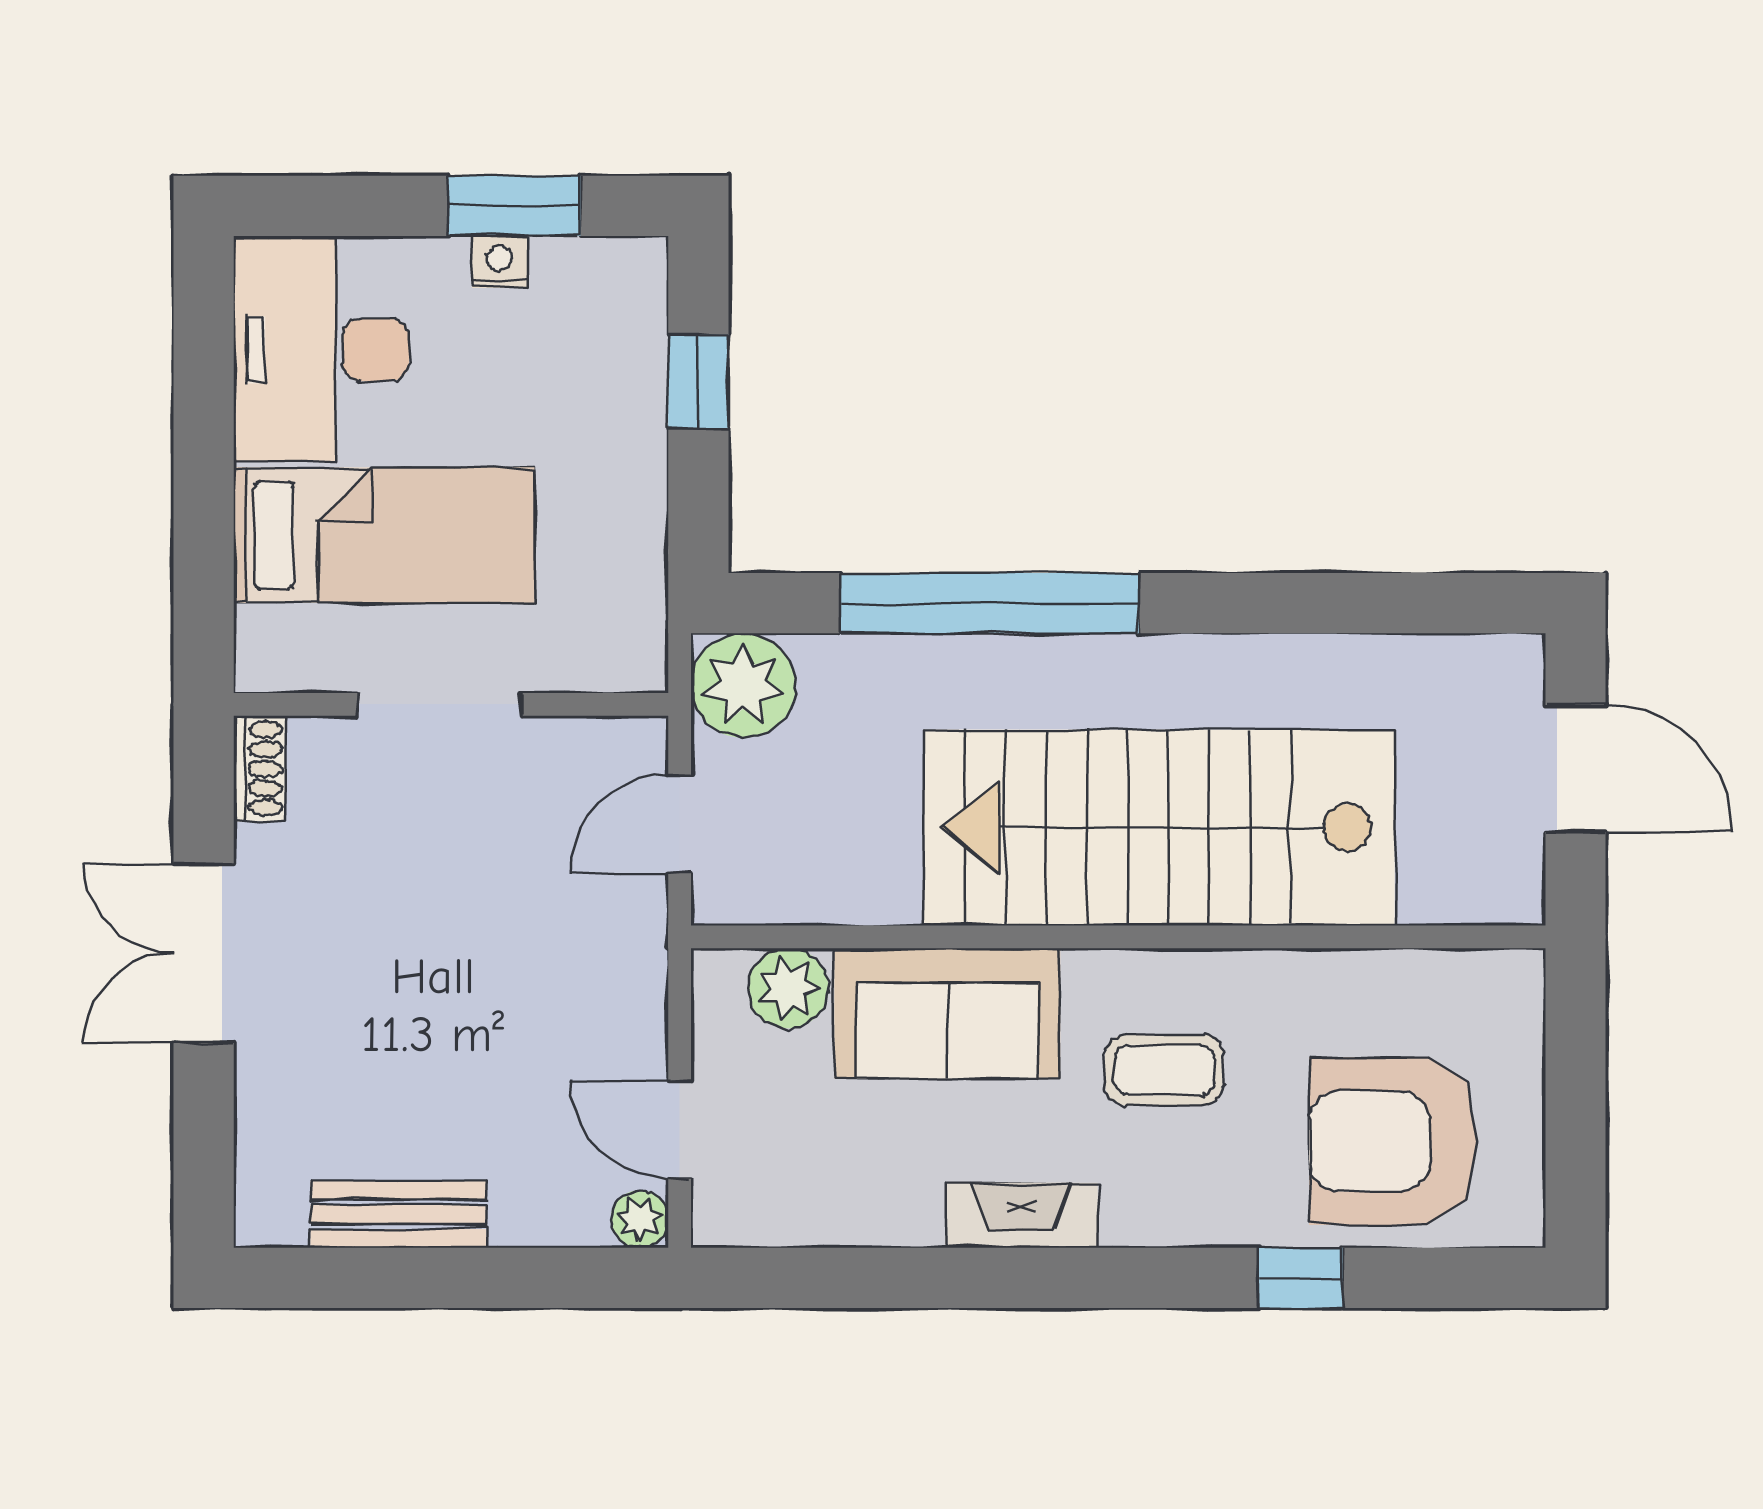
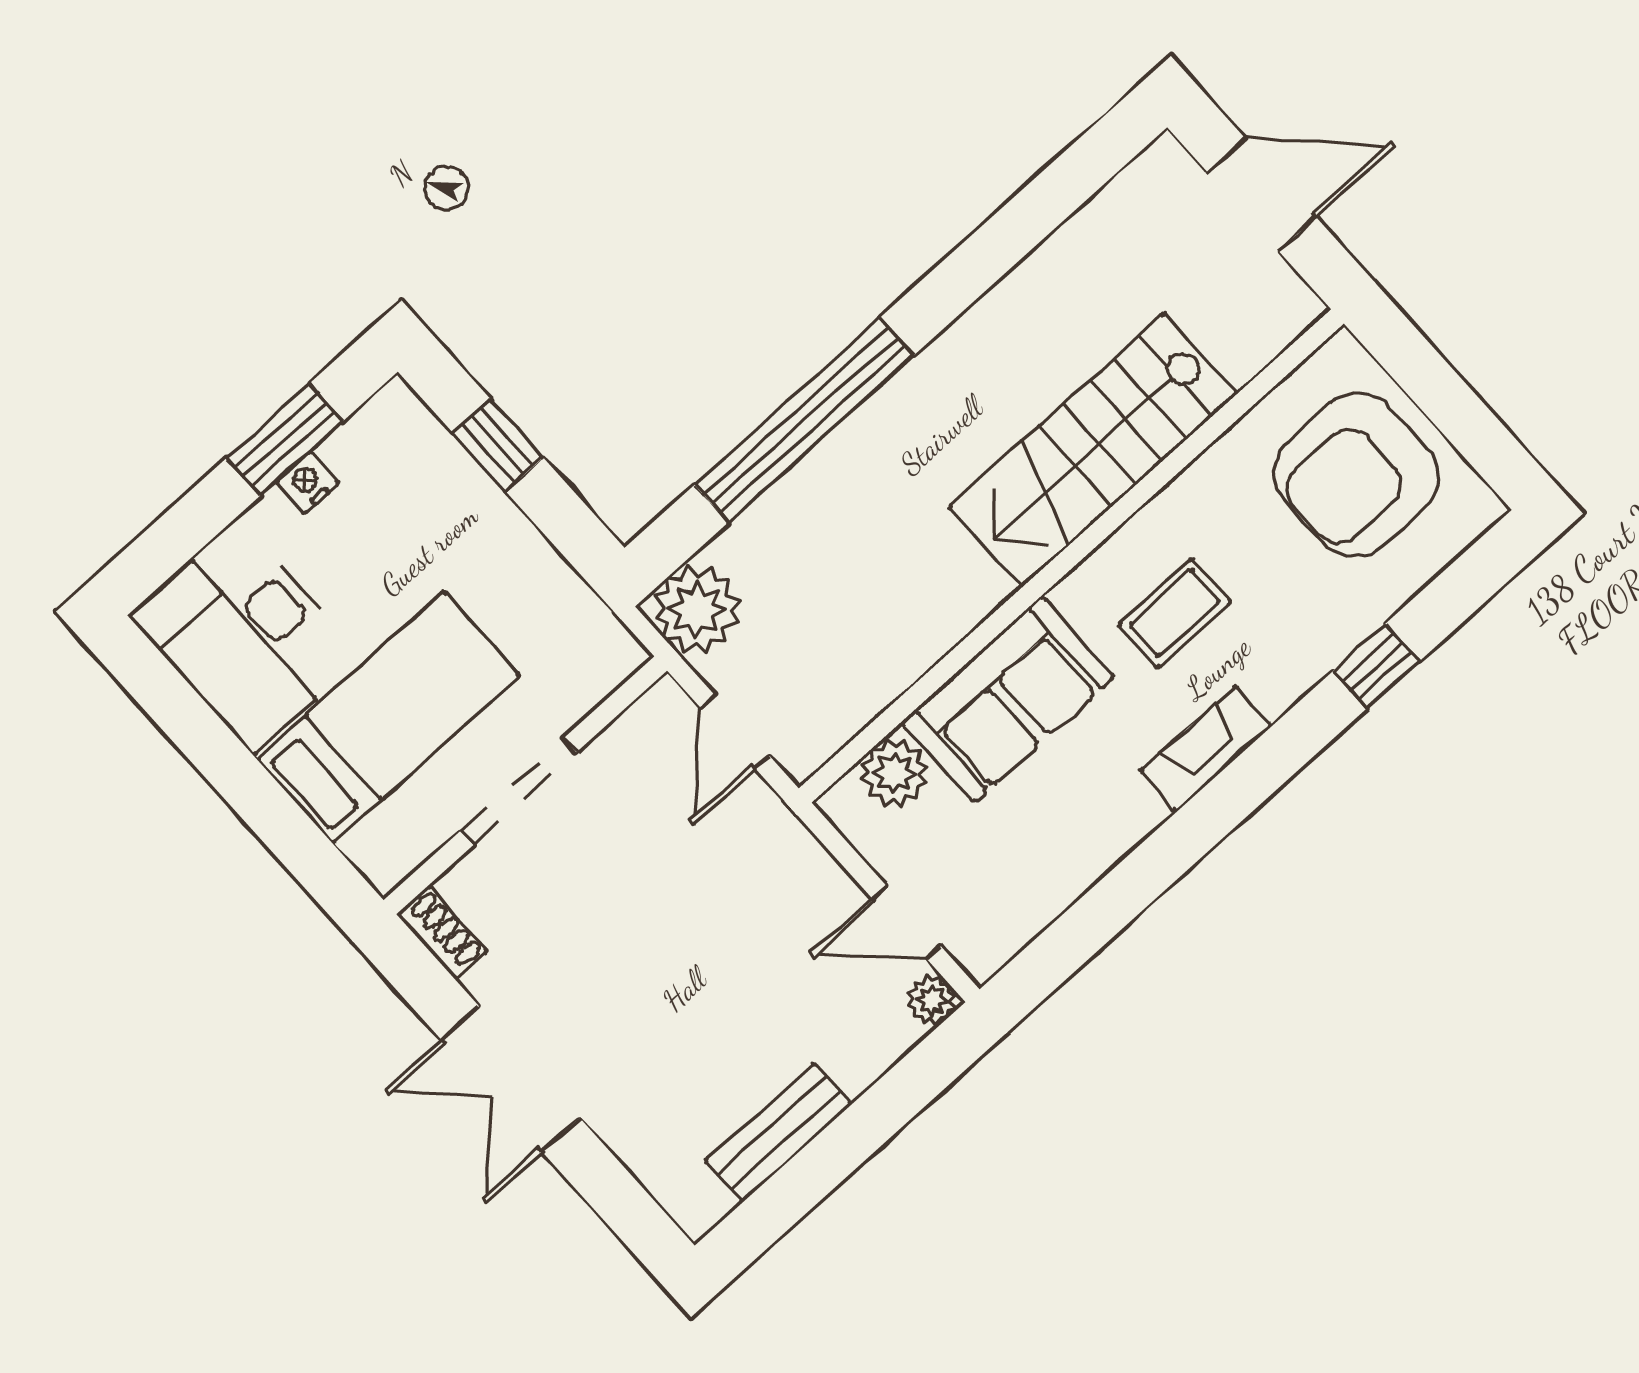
stairs: (1159, 828) -> (1093, 450), width x0.73, depth x0.66
armchair: (1393, 1141) -> (1356, 475), moved
fireplace: (1021, 1215) -> (1206, 749), moved

